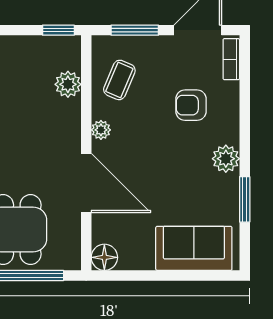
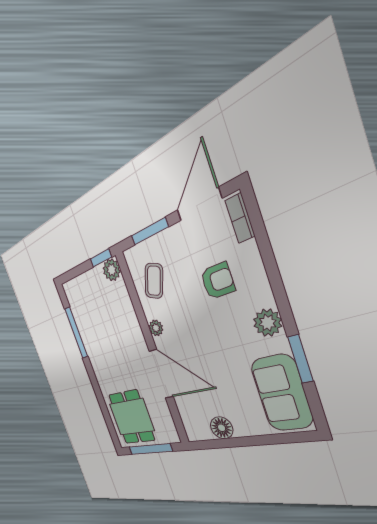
plant: (68, 84) -> (112, 270), moved
armchair: (191, 105) -> (218, 281), turned 180
sofa: (194, 248) -> (281, 393), moved, turned -90
floor lamp: (104, 257) -> (222, 428), moved

